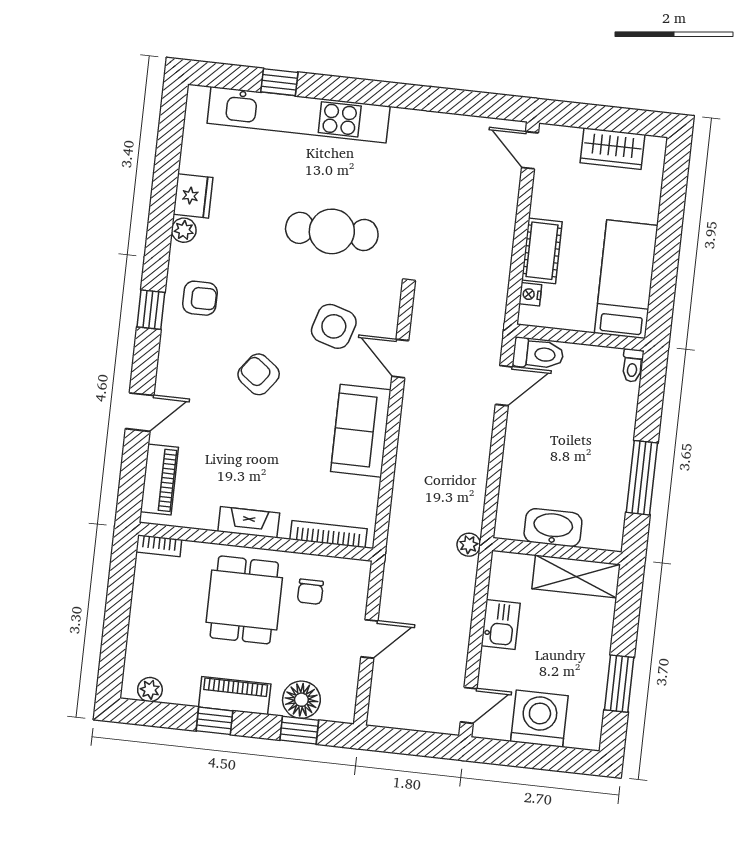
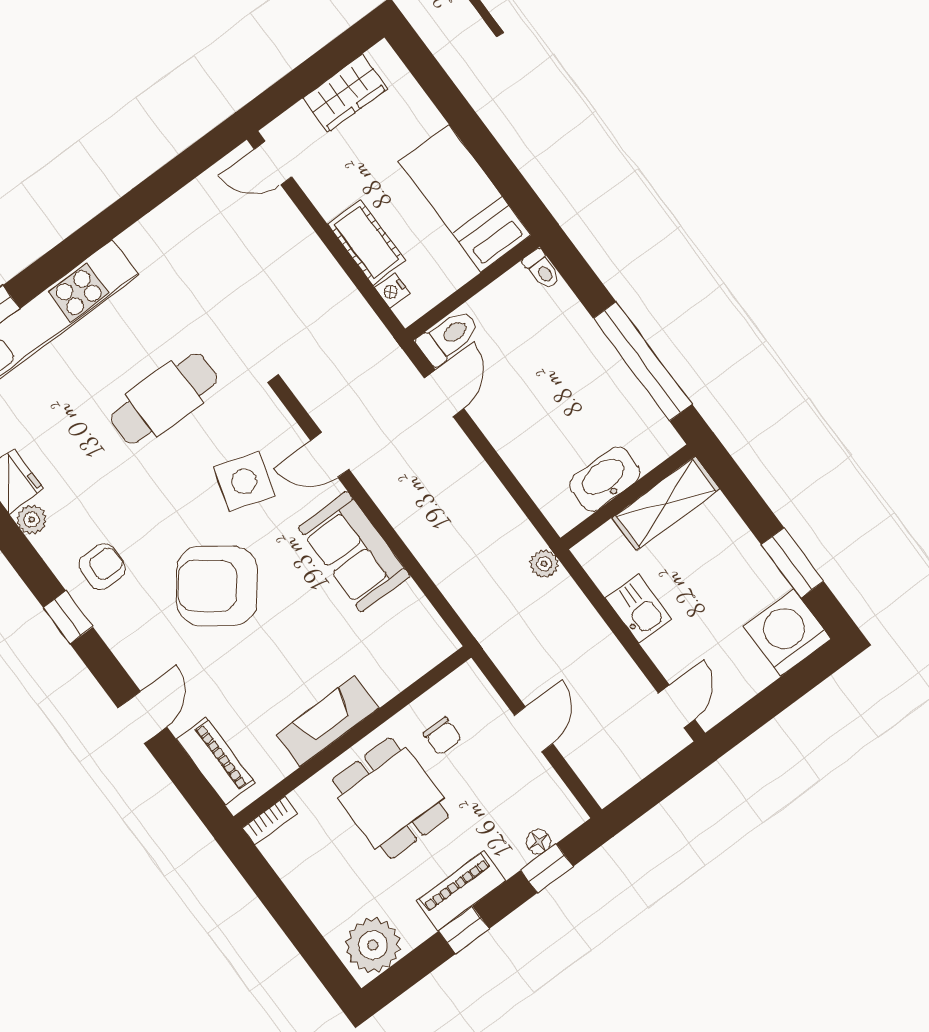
armchair: (259, 374) -> (217, 586), width x1.88, depth x1.88
window: (642, 478) -> (643, 361), width x1.46
fireplace: (249, 522) -> (327, 721), width x1.37, depth x1.32
bookcase: (328, 534) -> (411, 670), removed
plant: (150, 690) -> (373, 945), width x1.88, depth x1.88
floor lamp: (301, 700) -> (538, 842), width x0.53, depth x0.53
washing machine: (539, 719) -> (787, 633), moved

